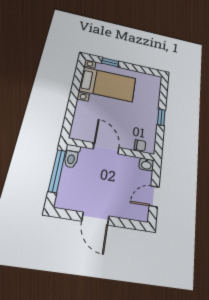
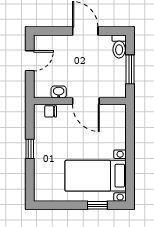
toilet: (72, 156) -> (119, 46), moved, turned 180
washbasin: (146, 164) -> (59, 92), moved
window: (57, 171) -> (130, 69), width x0.69

